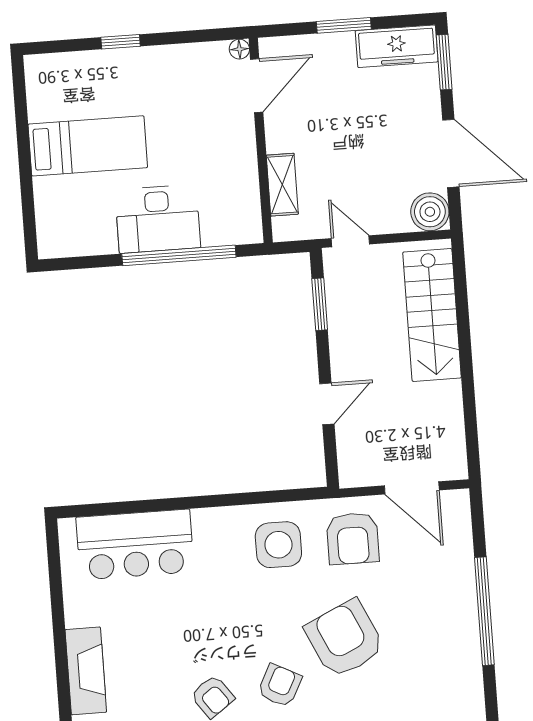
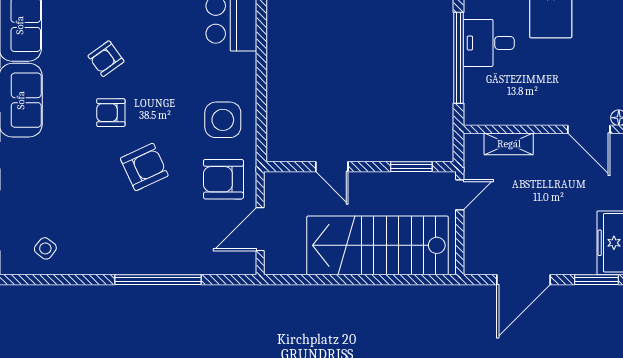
boiler: (430, 212) -> (478, 260), removed
desk: (158, 219) -> (489, 43), width x0.73
stairs: (432, 315) -> (377, 245), width x1.36, depth x1.51
armchair: (345, 639) -> (144, 167), width x0.73, depth x0.73
armchair: (280, 686) -> (111, 113), turned 153

